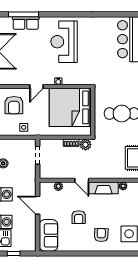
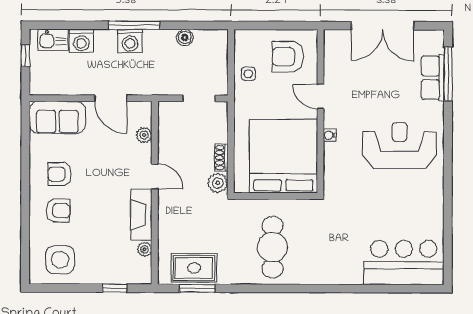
door: (82, 180) -> (155, 176), swing flipped
door: (38, 205) -> (111, 98), swing flipped
armchair: (79, 217) -> (60, 174), moved

